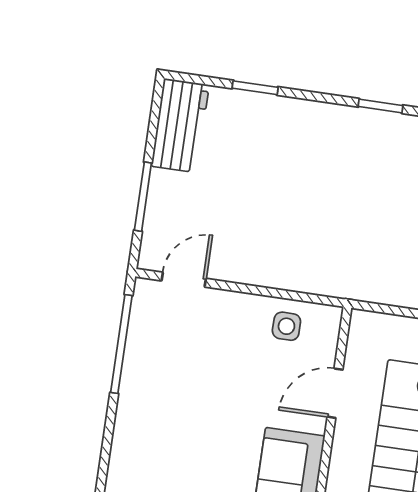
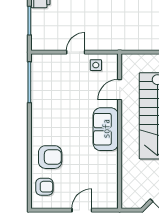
door: (184, 280) -> (76, 52), moved

